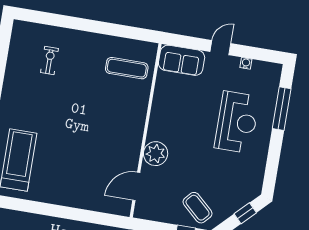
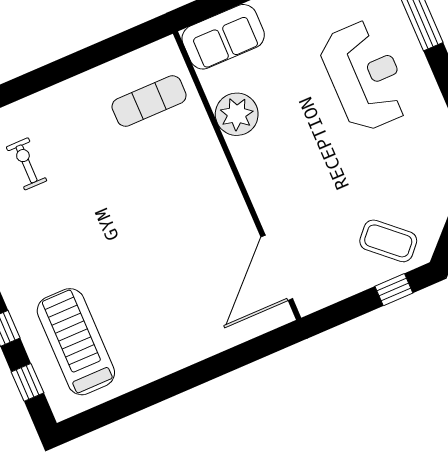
plant: (156, 154) -> (237, 114), moved
door: (136, 186) -> (277, 268), width x1.36

